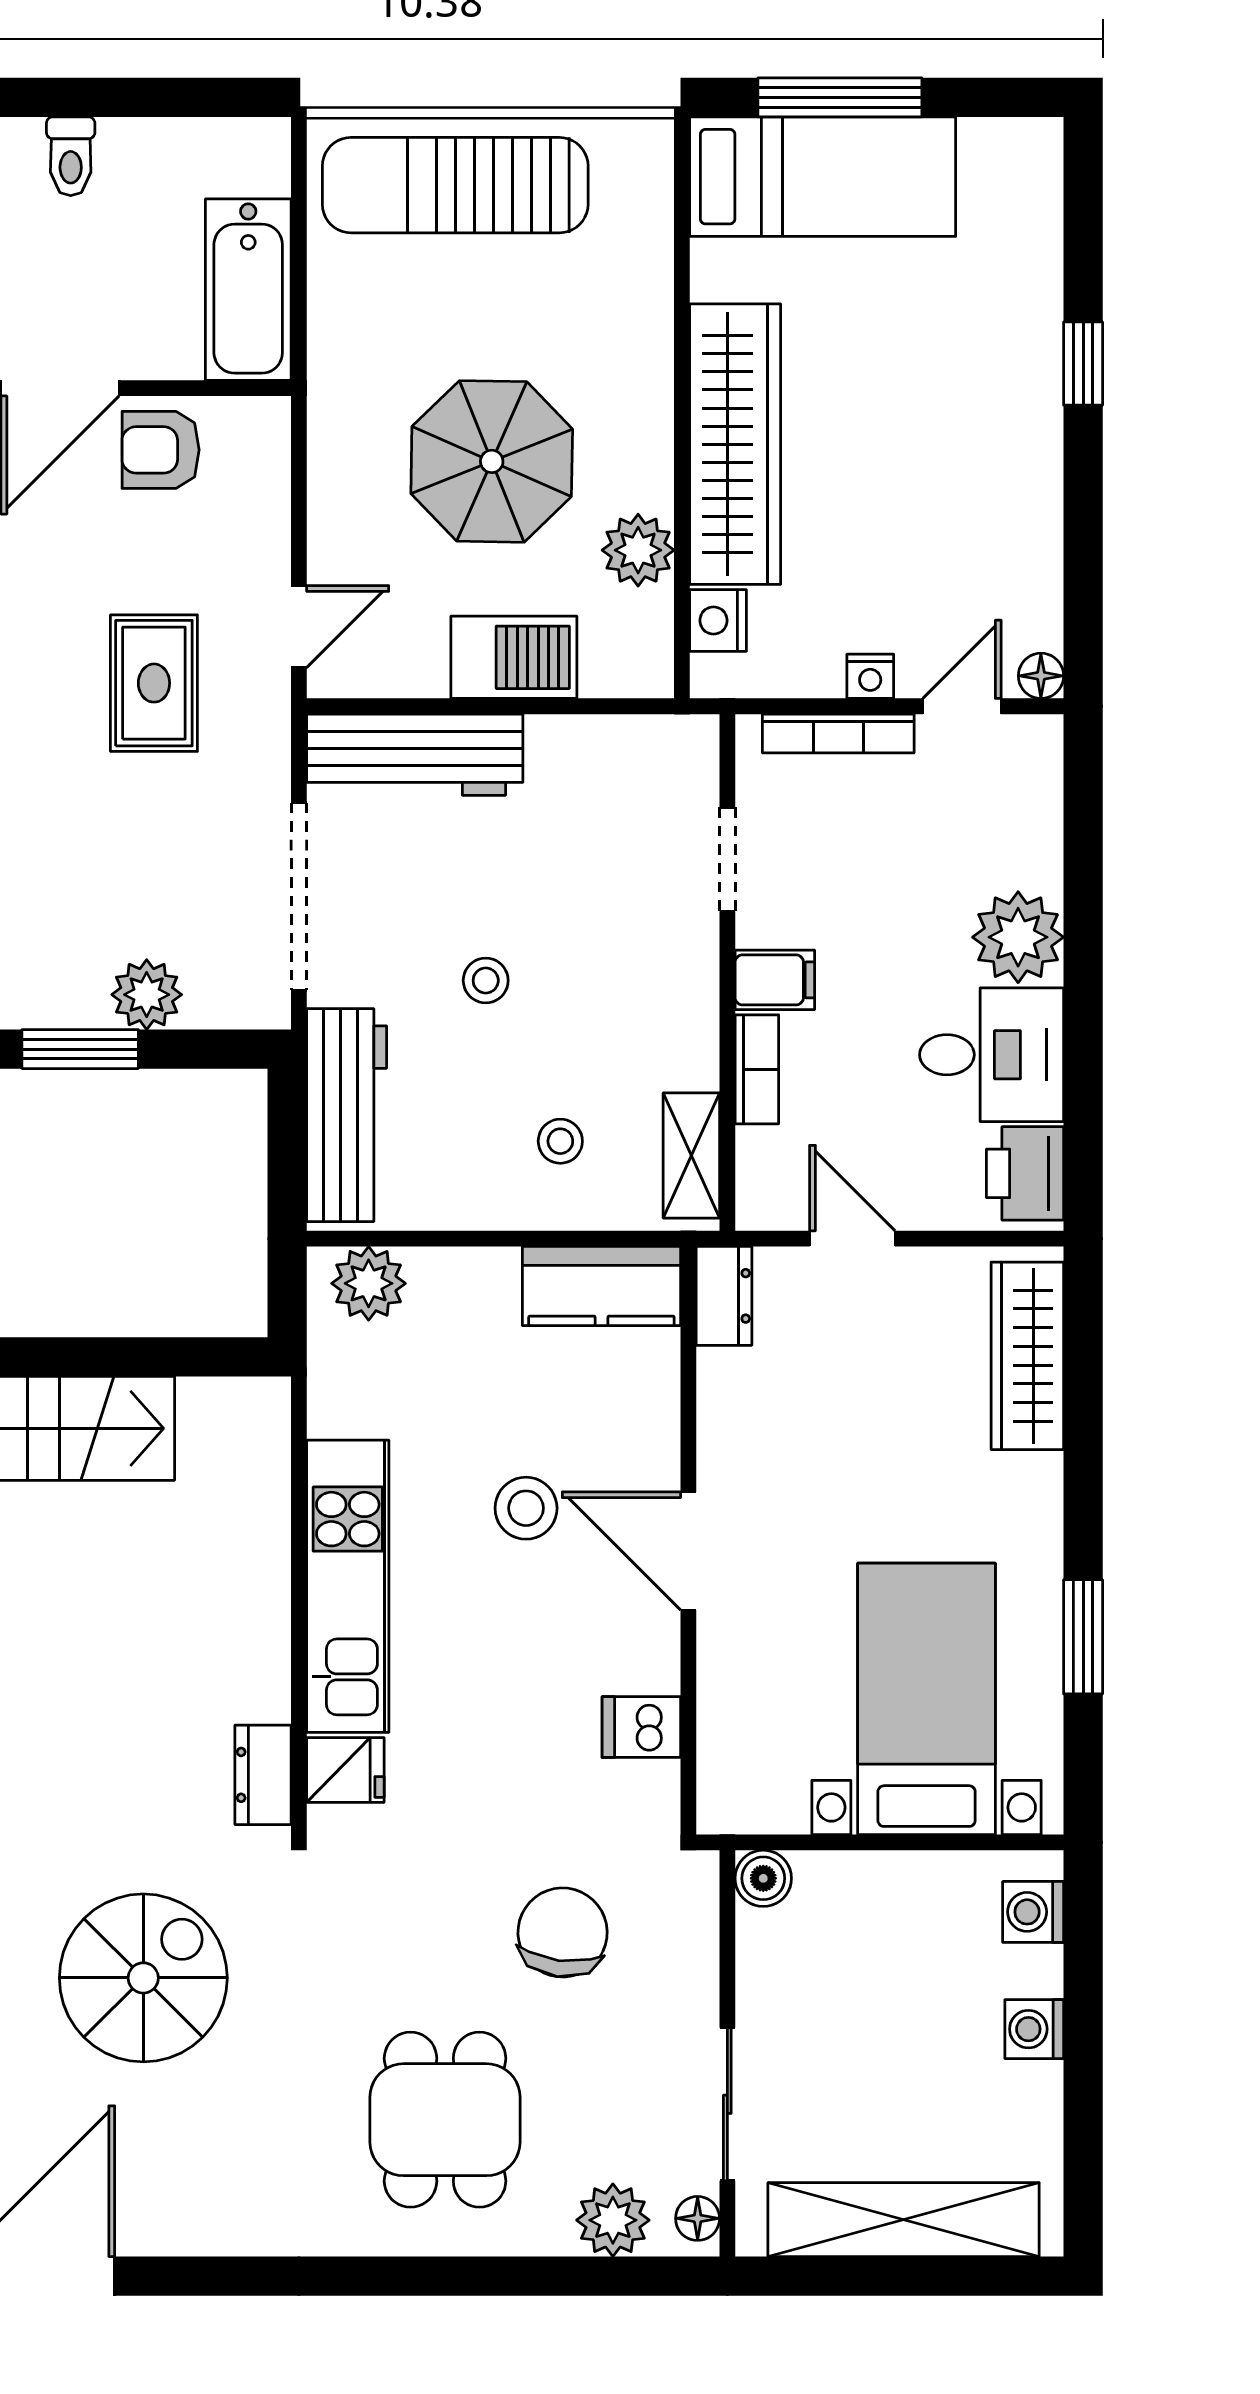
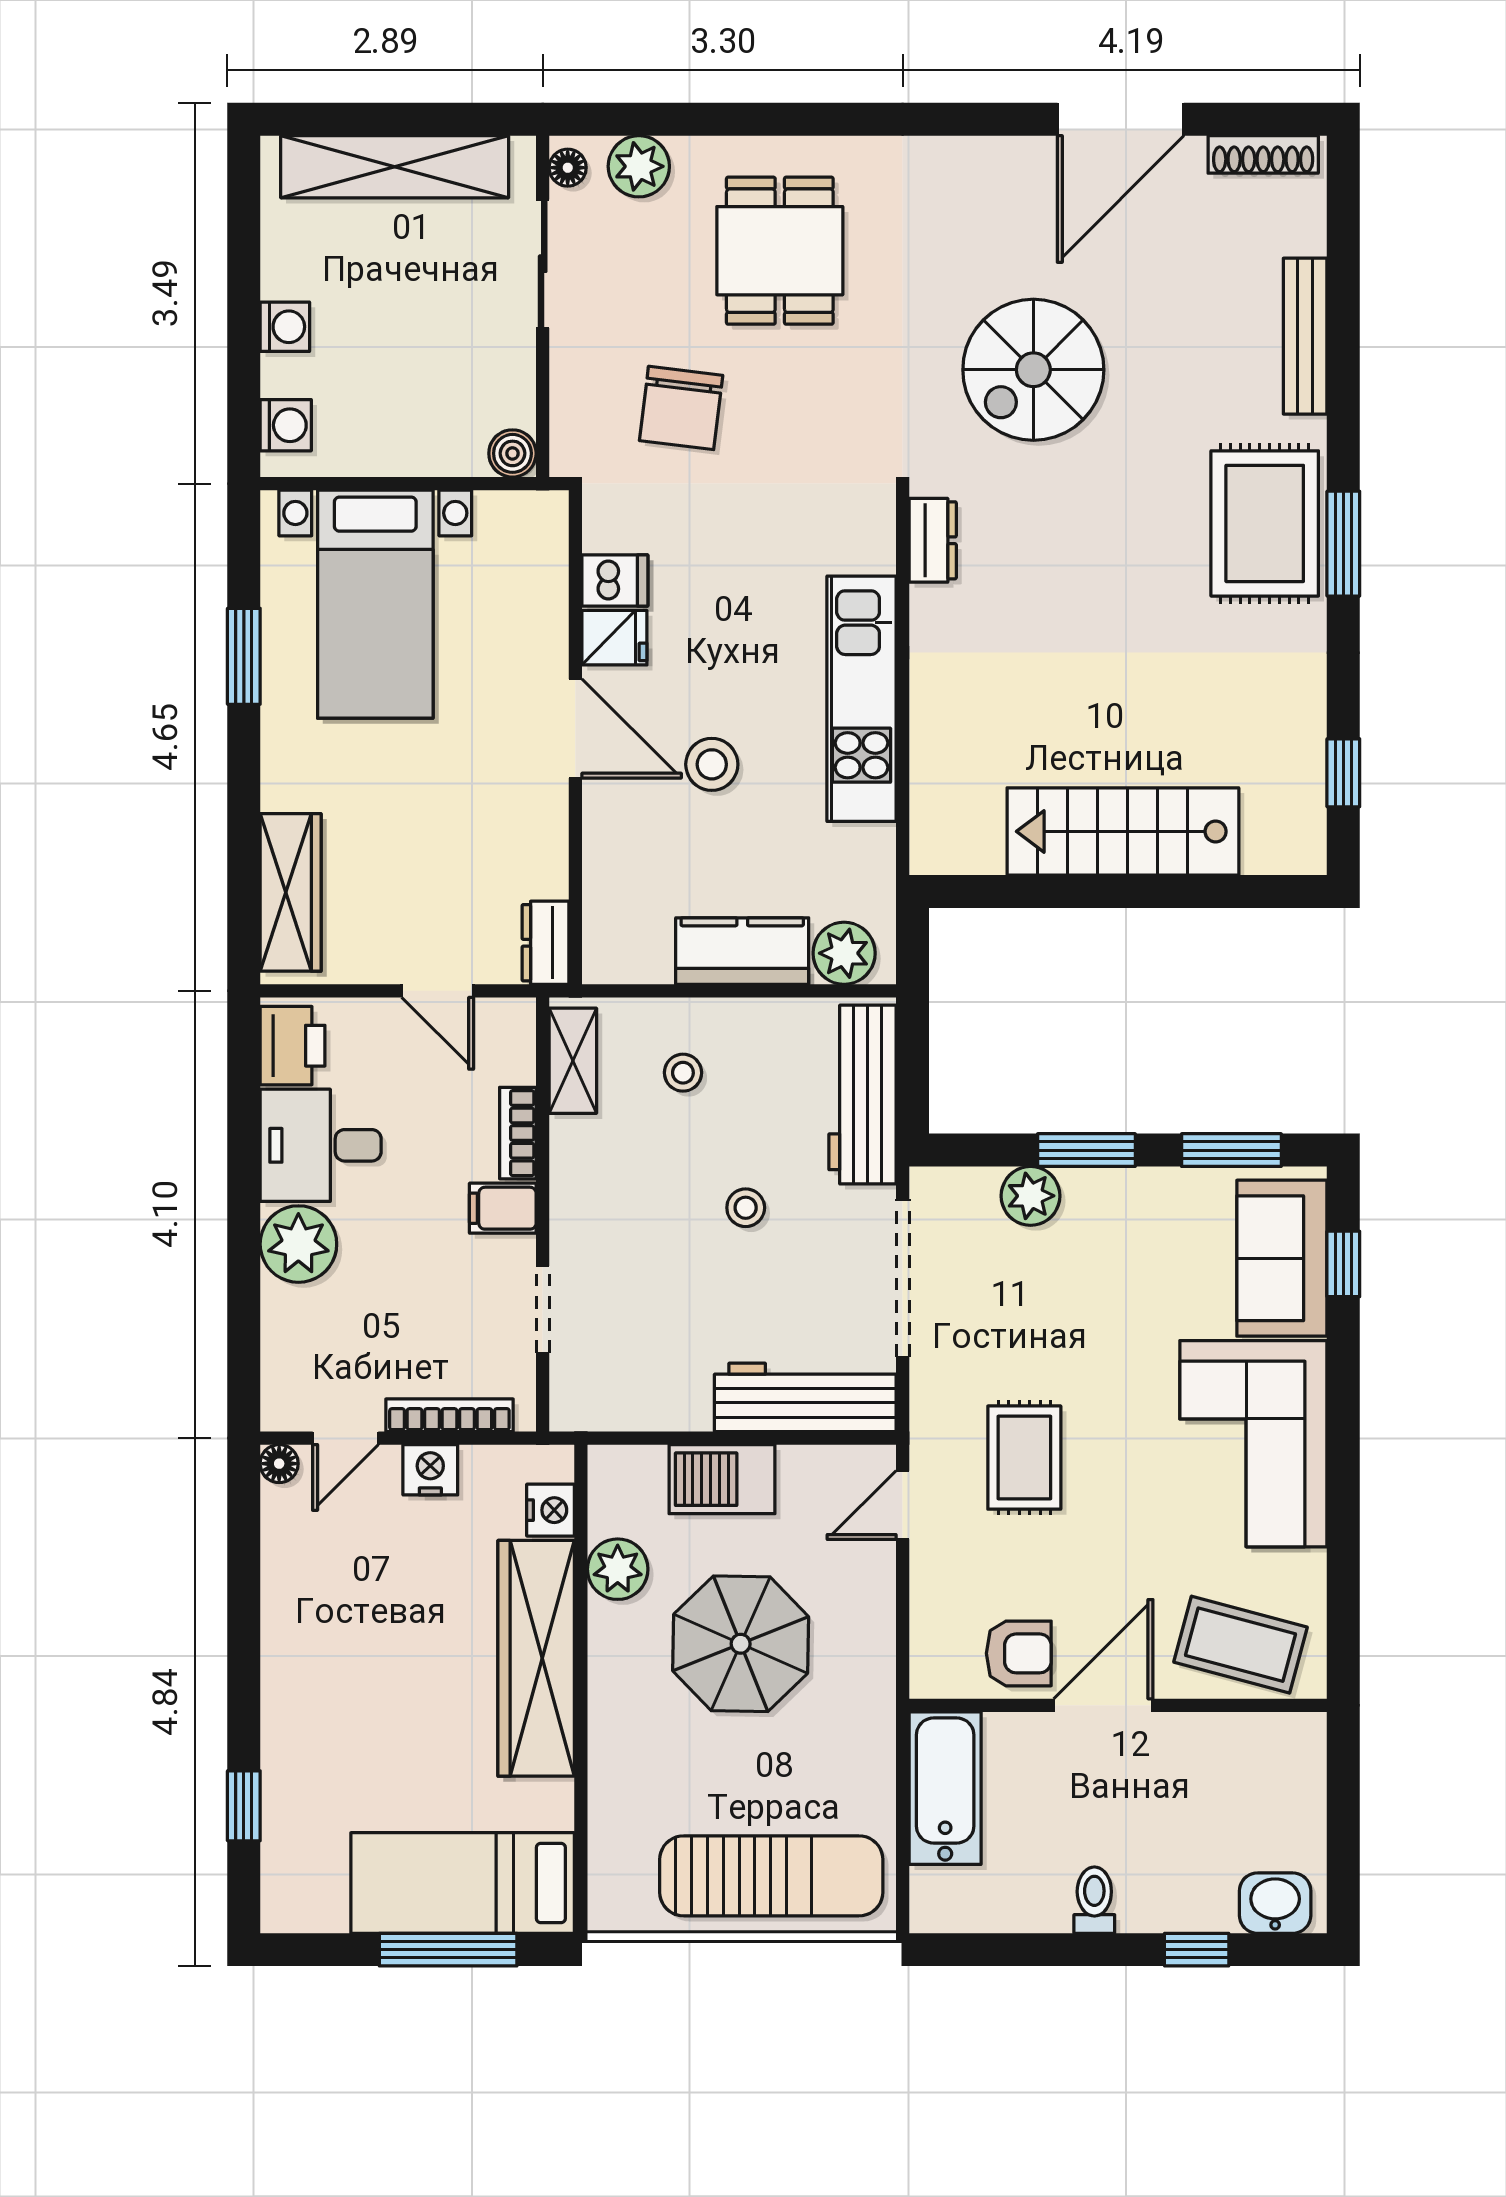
window: (1083, 364) -> (244, 1806), moved
nightstand: (870, 676) -> (430, 1470), width x1.39, depth x1.35
kitchen counter: (601, 1286) -> (742, 951), moved
fridge: (345, 1770) -> (614, 638), moved, turned 180

